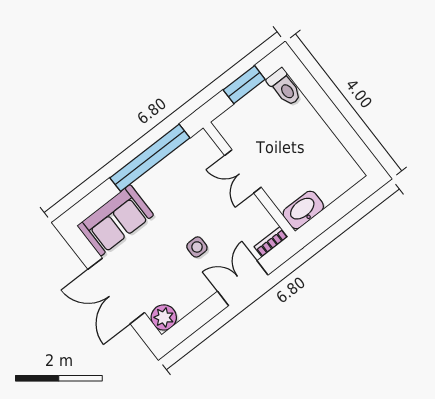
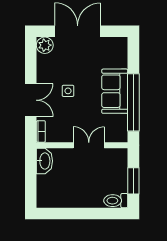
sofa: (115, 220) -> (115, 91), moved

